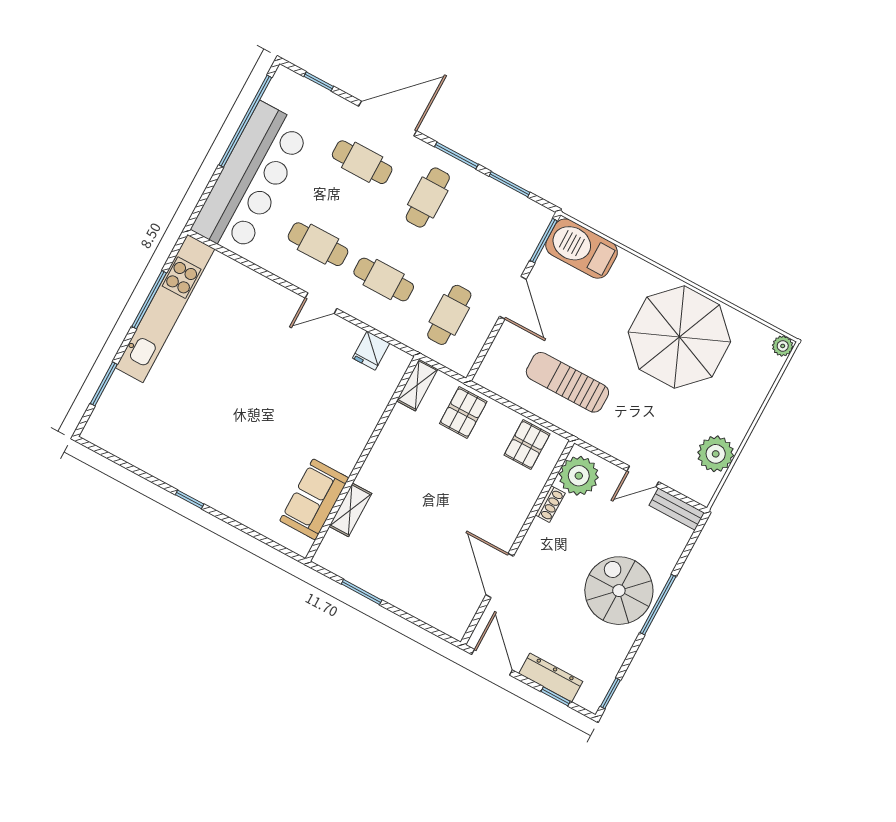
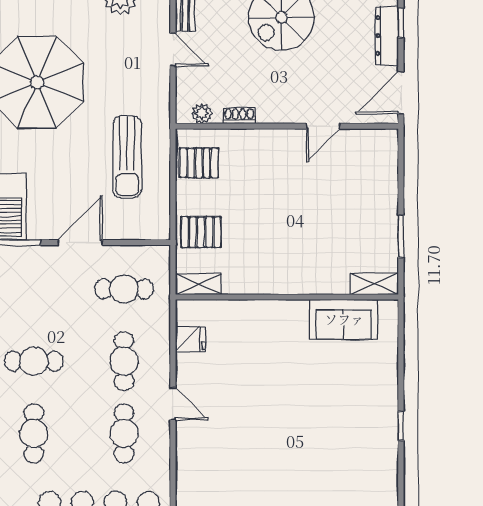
plant: (579, 476) -> (202, 113), width x0.53, depth x0.53
shelving: (350, 510) -> (374, 284), moved
door: (500, 575) -> (323, 126), width x0.73

